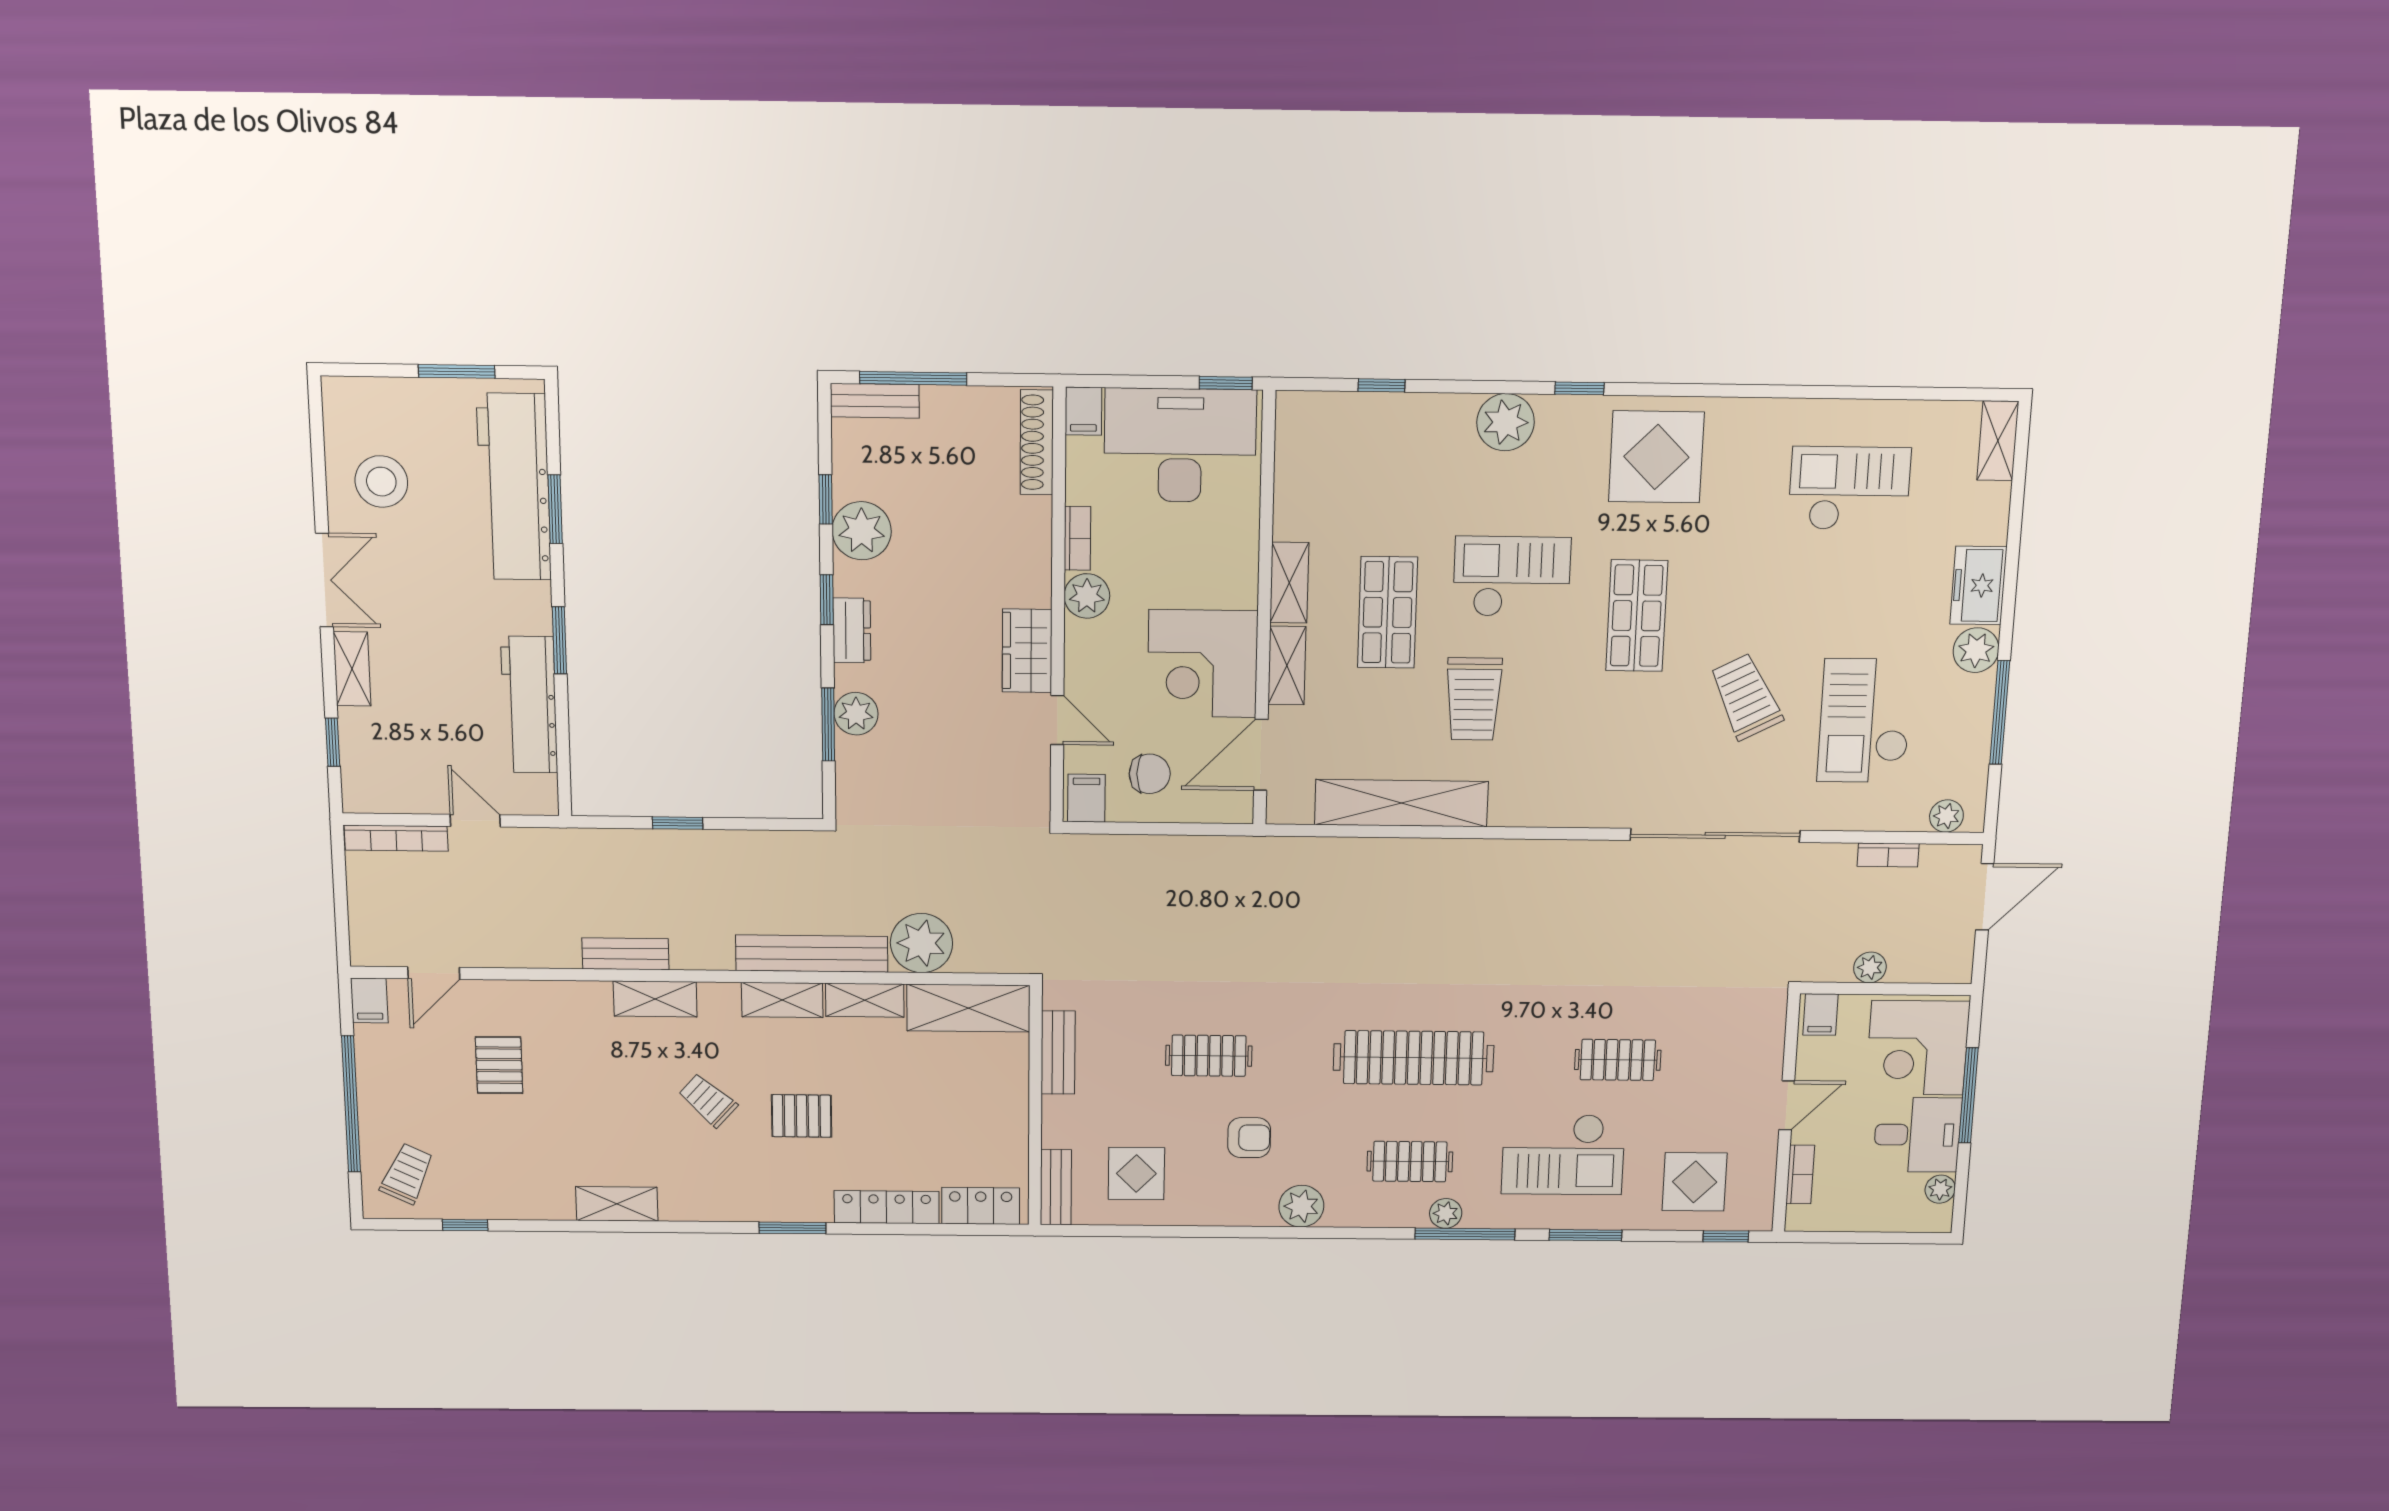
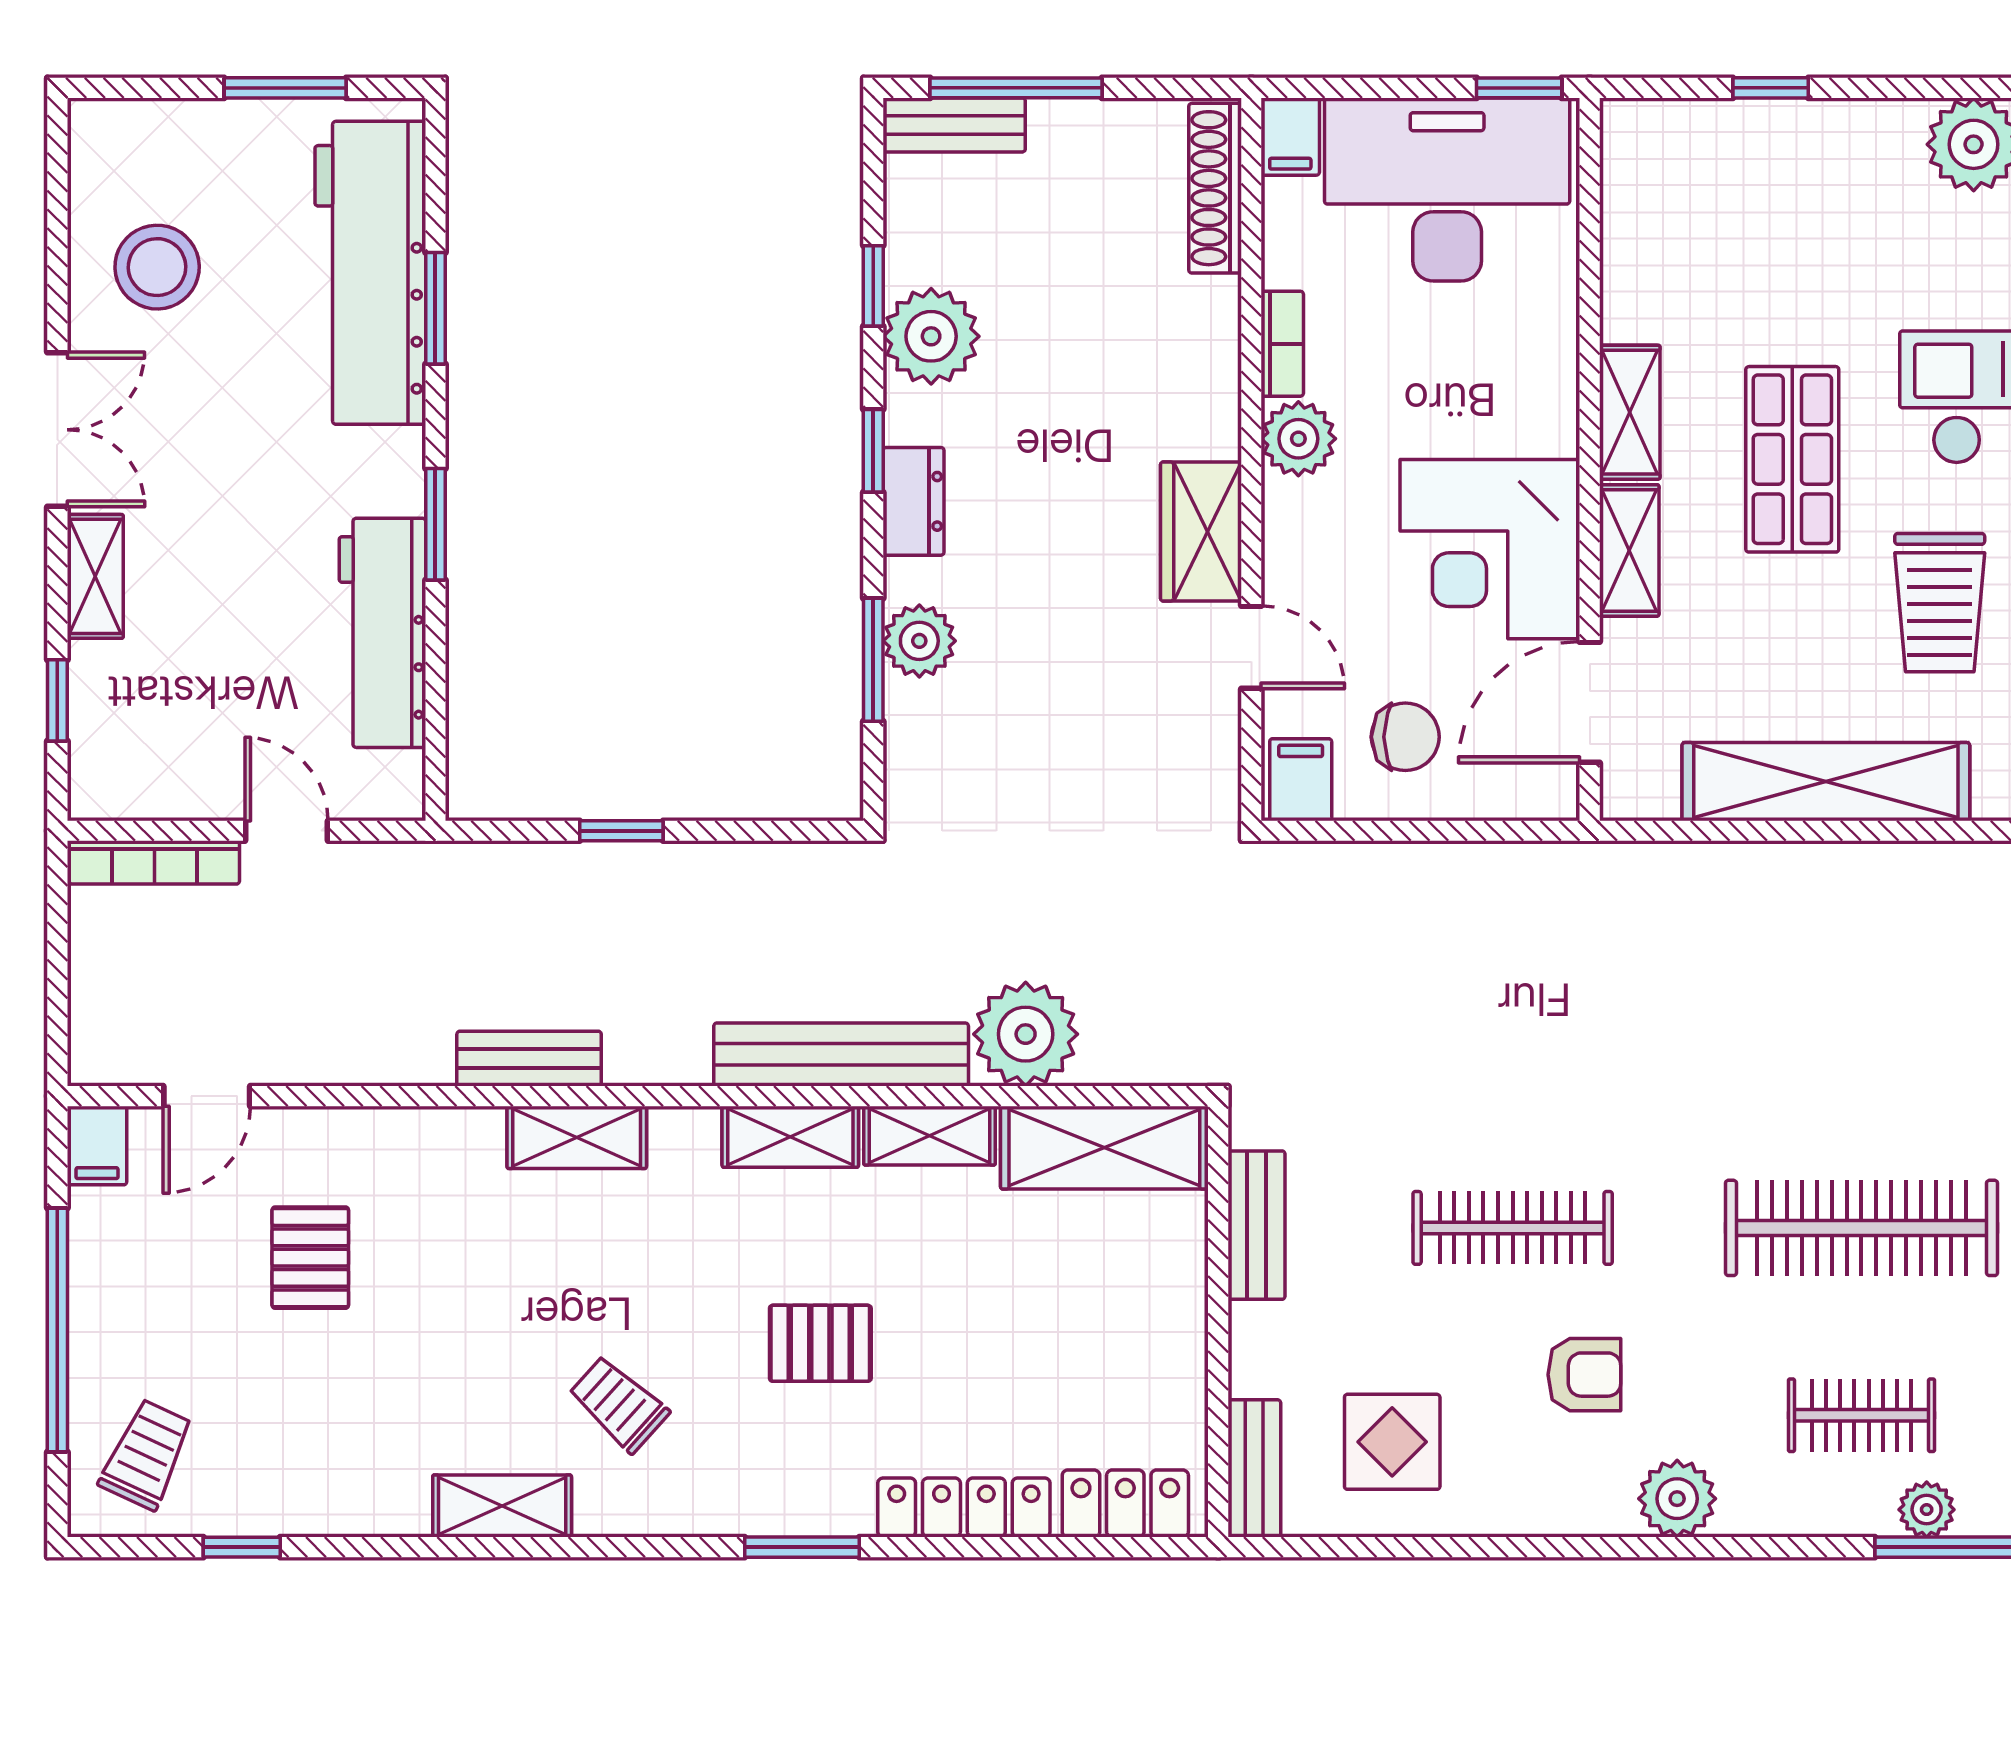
clothes rail: (1209, 1056) -> (1513, 1228), width x1.36
trolley: (708, 1100) -> (619, 1404), moved

